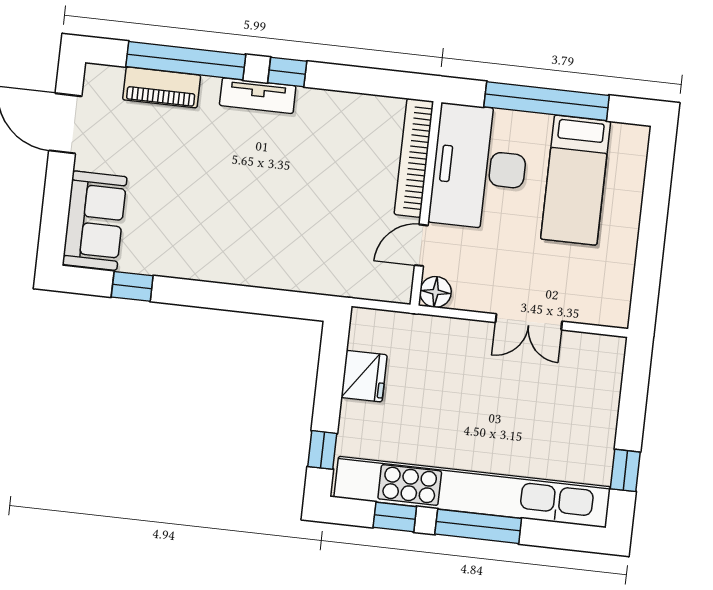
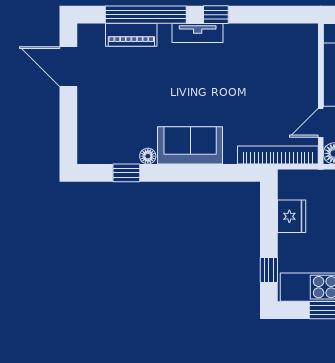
bookcase: (414, 158) -> (278, 155), moved, turned 90
sofa: (95, 221) -> (190, 145), moved, turned -90
floor lamp: (166, 266) -> (148, 156), added

